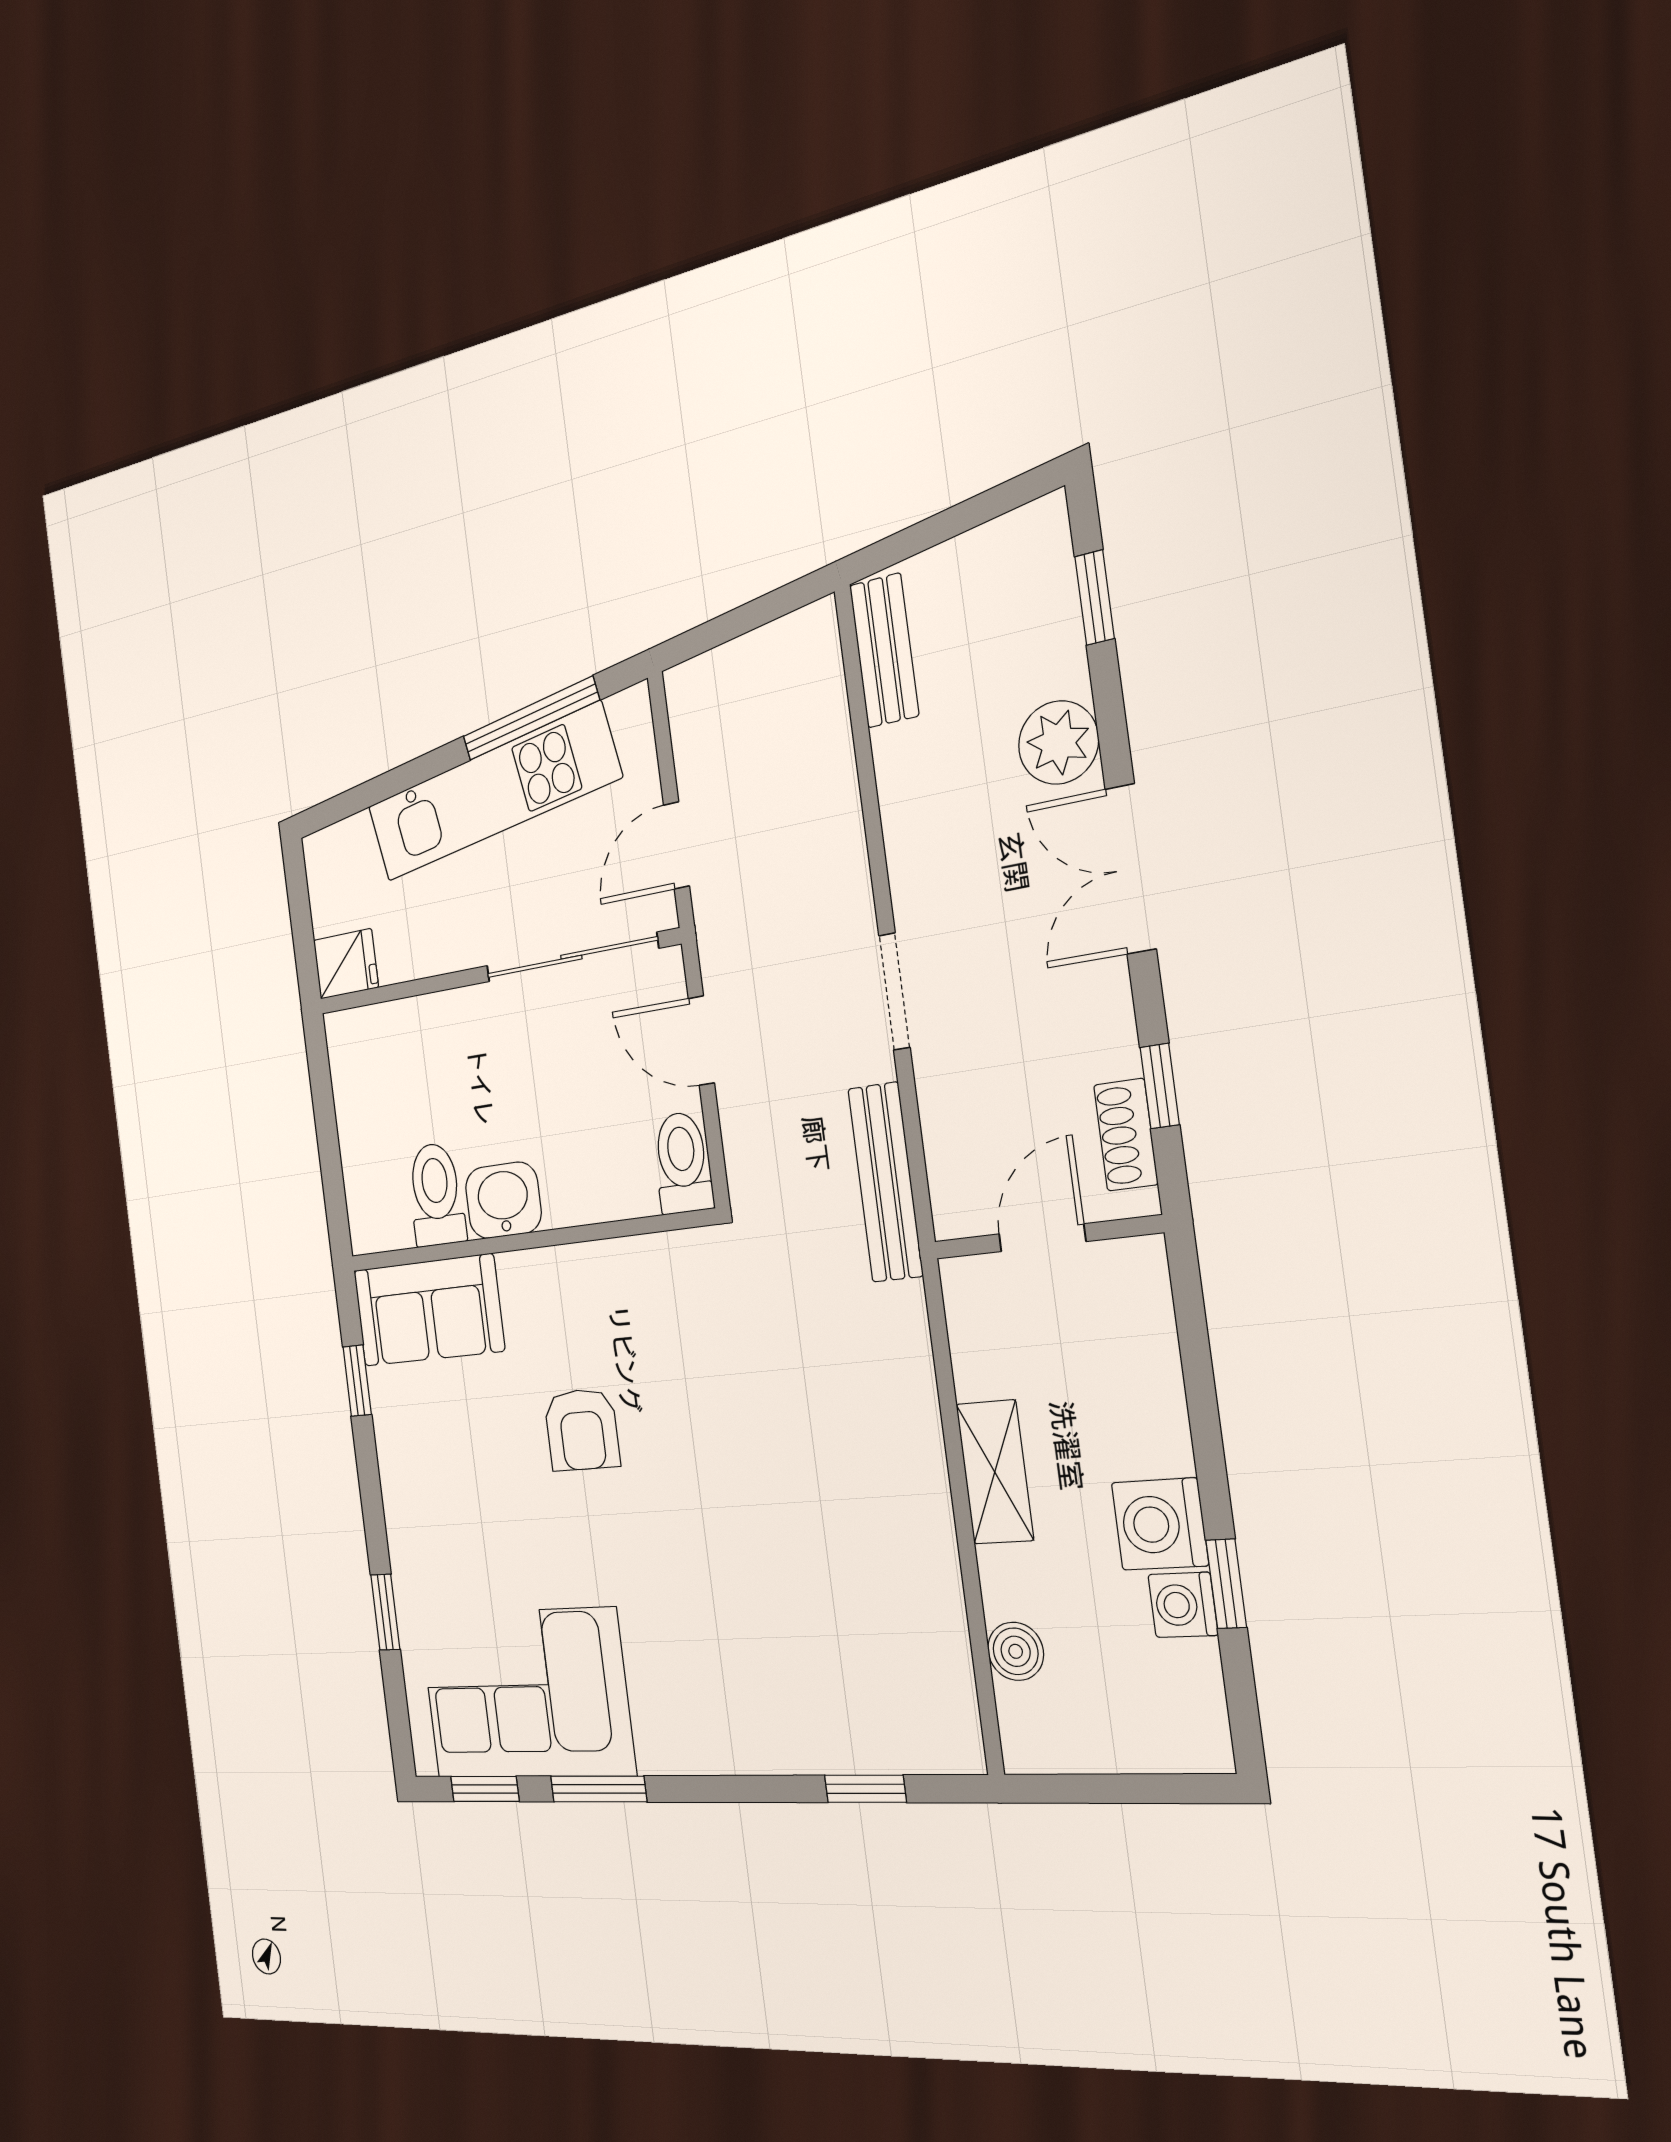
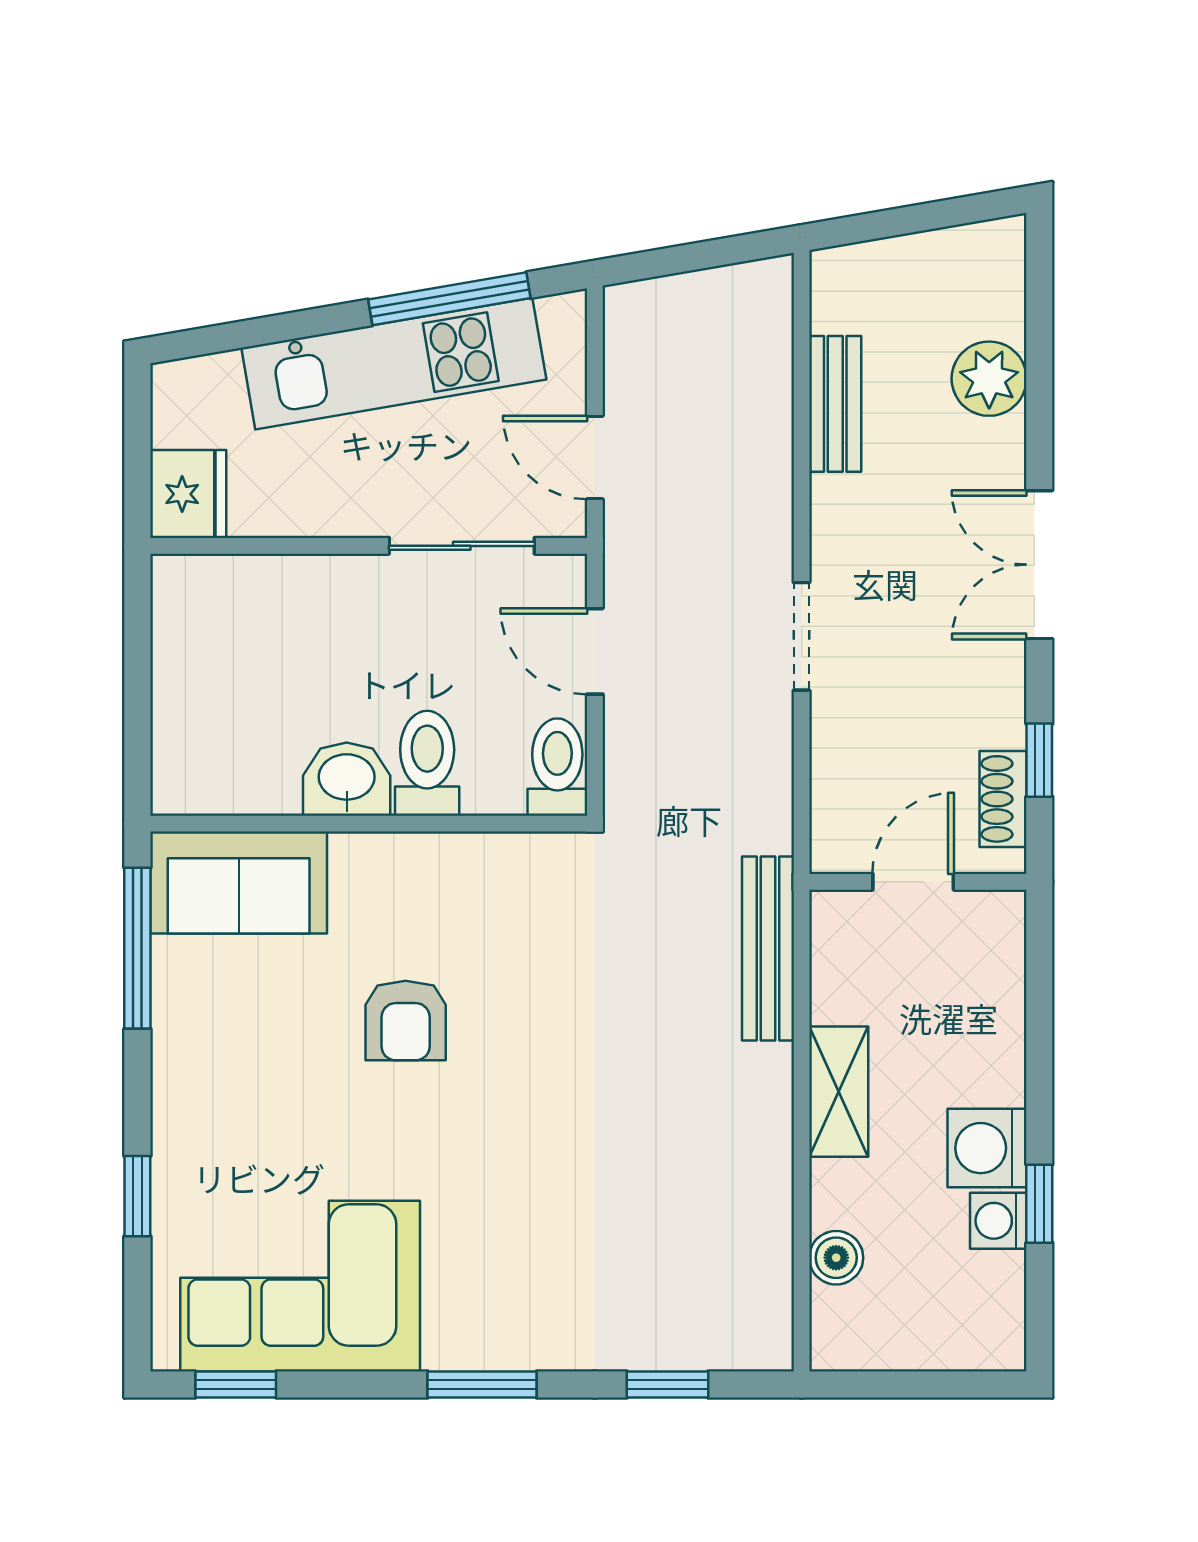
window: (1095, 598) -> (1039, 319), removed
bench: (884, 650) -> (835, 404), moved
plant: (1058, 742) -> (989, 379), moved
door: (677, 845) -> (595, 457), hinge flipped
sliding door: (571, 957) -> (462, 546), width x0.73
fridge: (346, 964) -> (188, 494), width x1.38
bench: (886, 1182) -> (768, 949), moved
toilet: (436, 1194) -> (427, 763), moved
window: (357, 1381) -> (137, 948), width x2.17
window: (598, 1789) -> (482, 1385), moved

